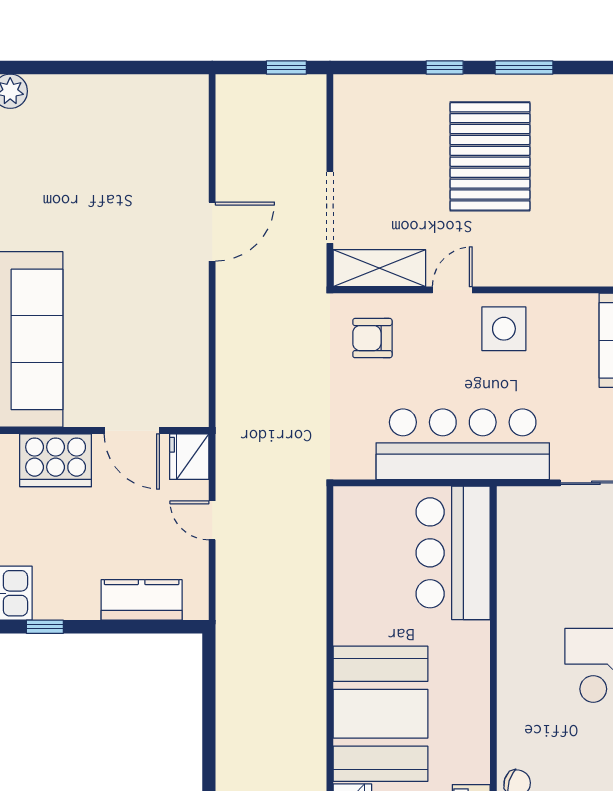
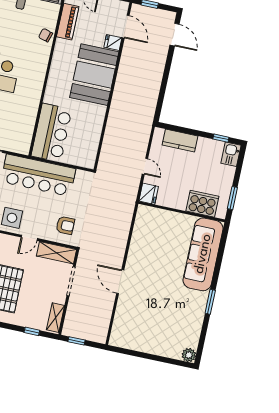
window: (445, 68) -> (32, 331), moved
shelving: (349, 112) -> (55, 318), added
door: (212, 232) -> (120, 282), hinge flipped
door: (132, 431) -> (169, 209), removed

